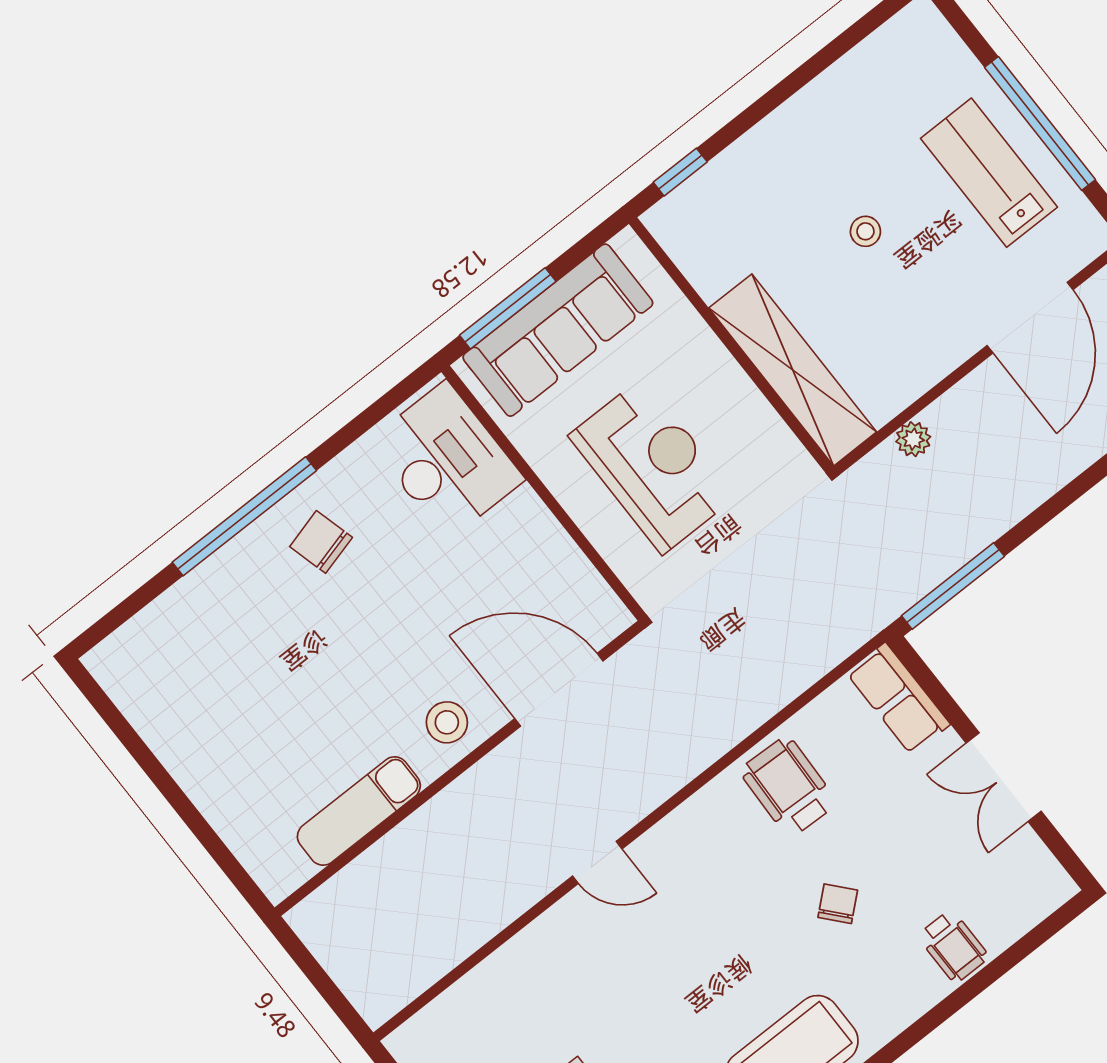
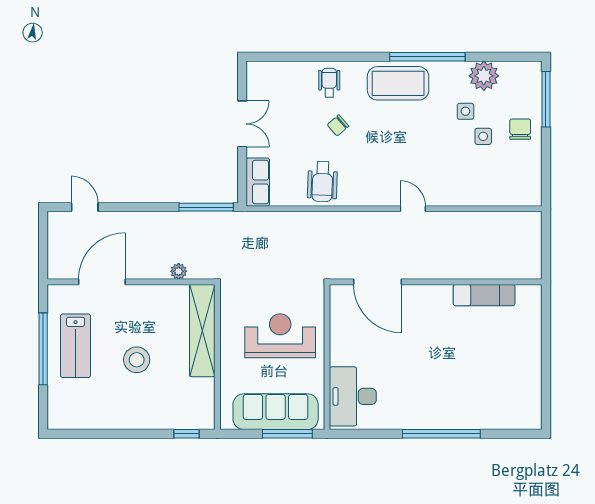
stool: (865, 231) -> (137, 360), width x1.89, depth x1.89
reception desk: (652, 466) -> (280, 336), turned 90
chair: (321, 542) -> (421, 403), removed
stool: (447, 722) -> (427, 302), removed
wheelchair: (953, 946) -> (329, 83), moved

